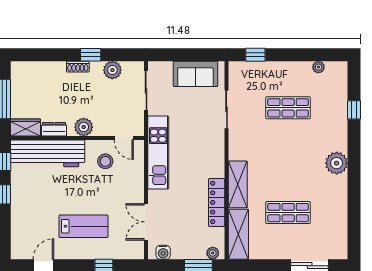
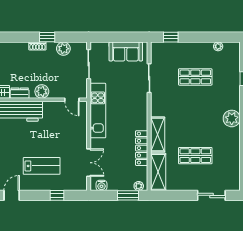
stool: (105, 161) -> (58, 117), removed
double door: (146, 222) -> (89, 163), swing flipped

